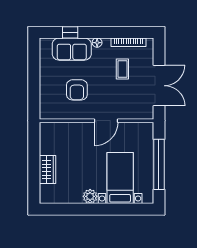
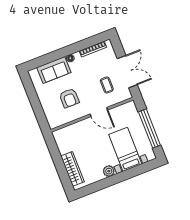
window: (70, 32) -> (48, 58), removed
coffee table: (122, 69) -> (107, 85), moved
door: (106, 121) -> (99, 112), hinge flipped
wardrobe: (48, 170) -> (73, 169), width x1.50

